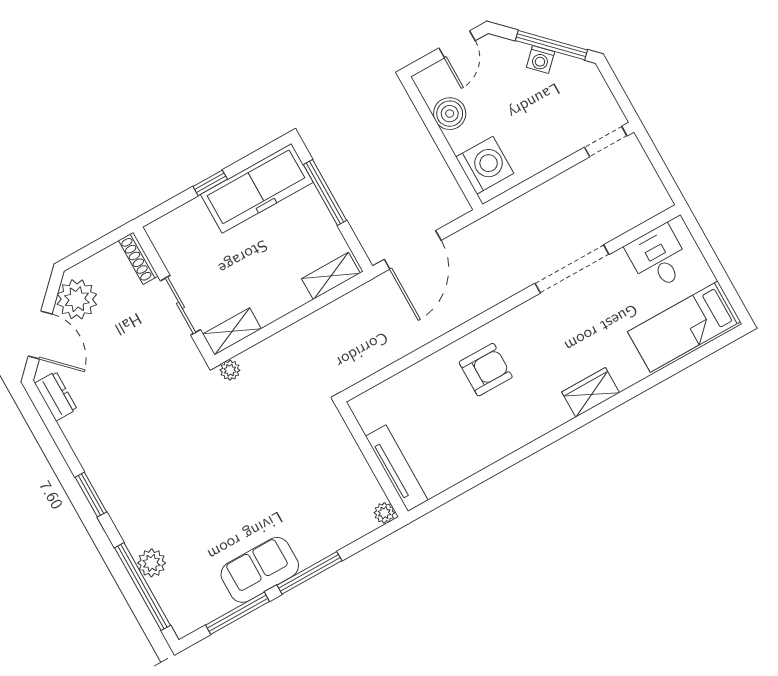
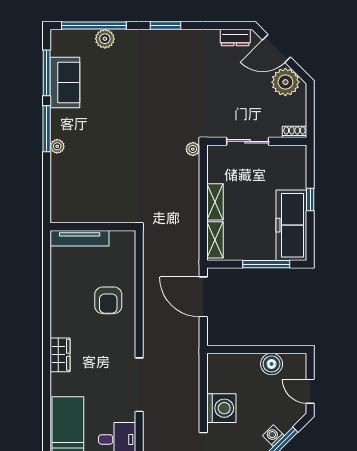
washing machine: (485, 165) -> (221, 408), moved, turned -90
shoe rack: (138, 258) -> (294, 132), width x0.70
shelving: (232, 331) -> (215, 202), moved
wall: (372, 459) -> (93, 227), moved
tv unit: (397, 468) -> (80, 238), moved
plant: (384, 513) -> (57, 146), moved
sofa: (260, 570) -> (65, 83), moved

